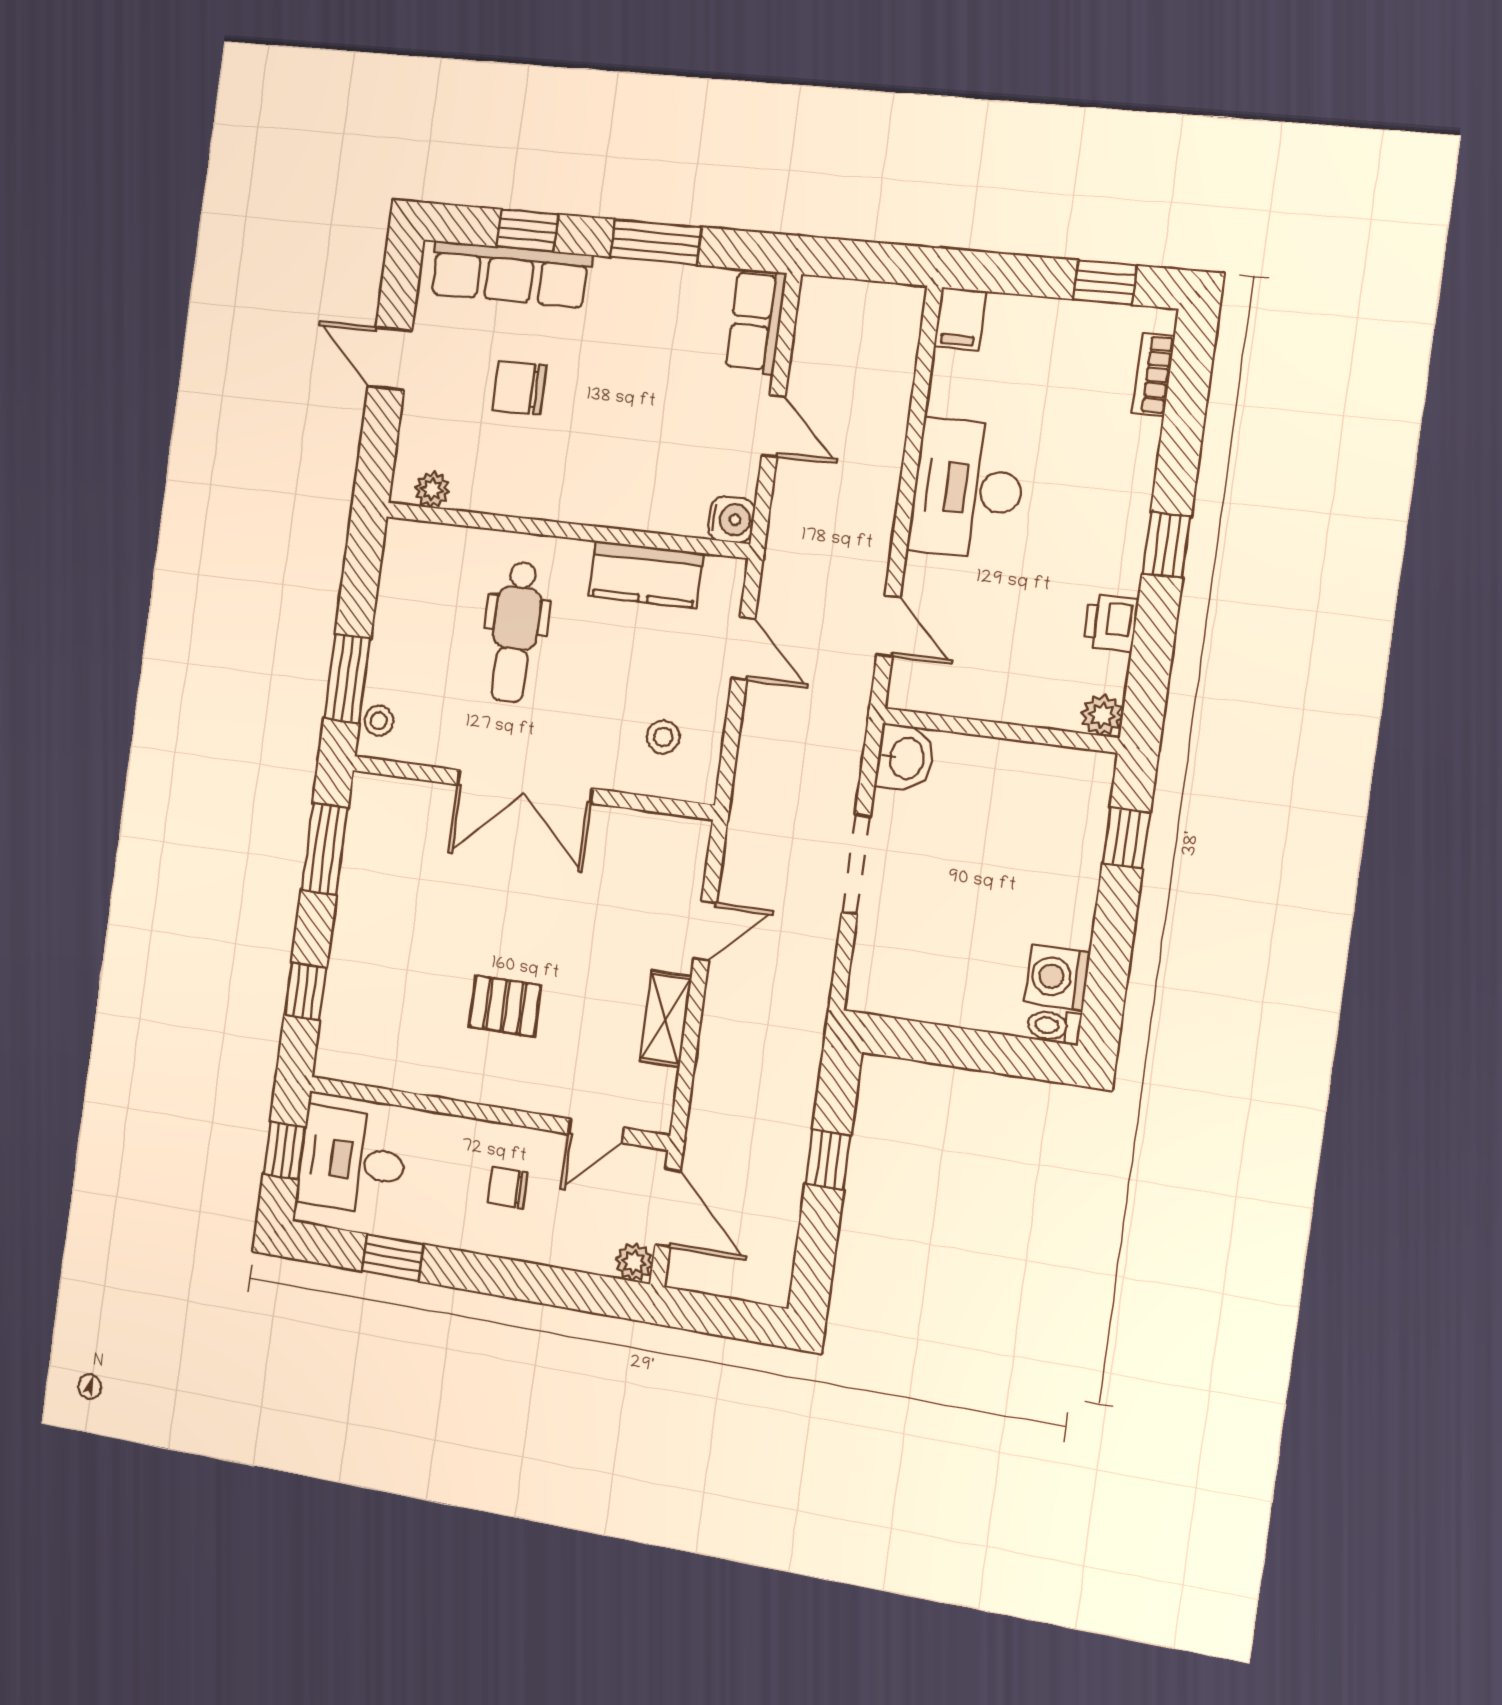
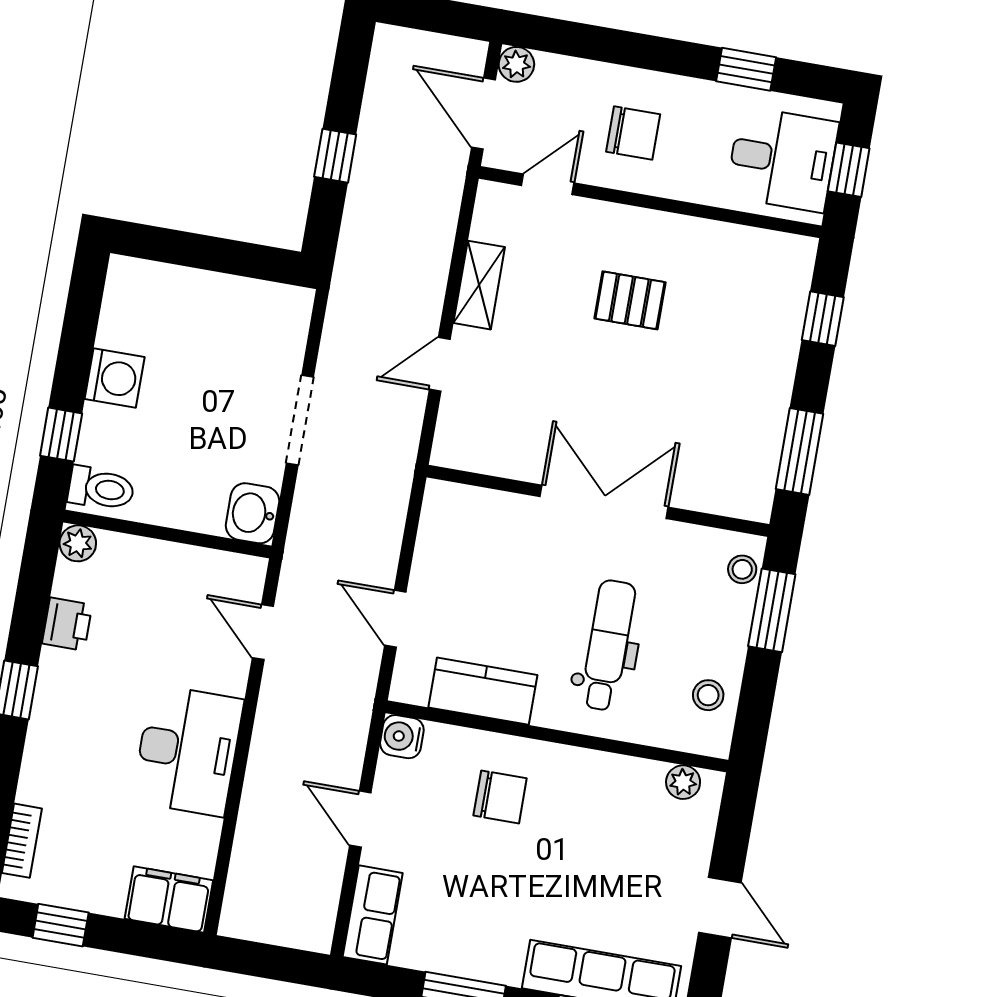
filing cabinet: (960, 319) -> (169, 900), width x2.00
chair: (520, 388) -> (500, 797), moved
stool: (663, 737) -> (708, 695), moved
washing machine: (1057, 977) -> (115, 378), moved
toilet: (1054, 1026) -> (101, 489), moved, width x1.37, depth x1.39
chair: (508, 1188) -> (633, 133), width x1.37, depth x1.37

